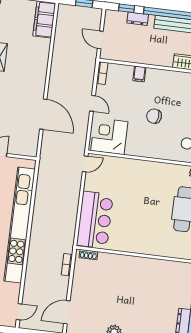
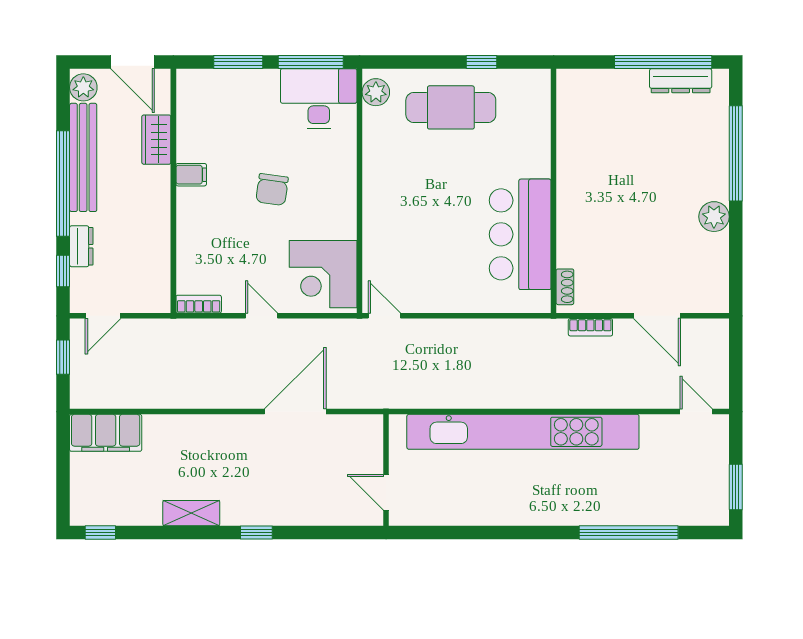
door: (100, 40) -> (103, 316), moved
filing cabinet: (139, 74) -> (191, 175), moved
door: (92, 103) -> (262, 316), hinge flipped
bar counter: (95, 220) -> (520, 234), moved, turned -90
door: (67, 312) -> (657, 316), moved

